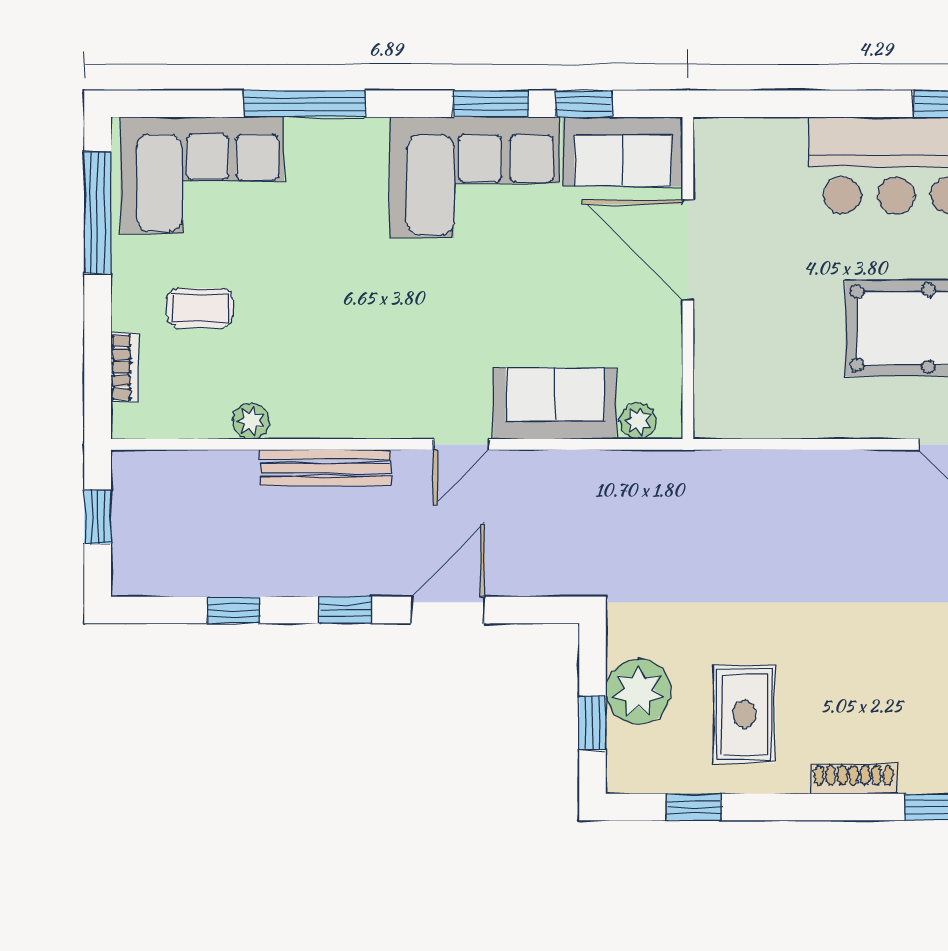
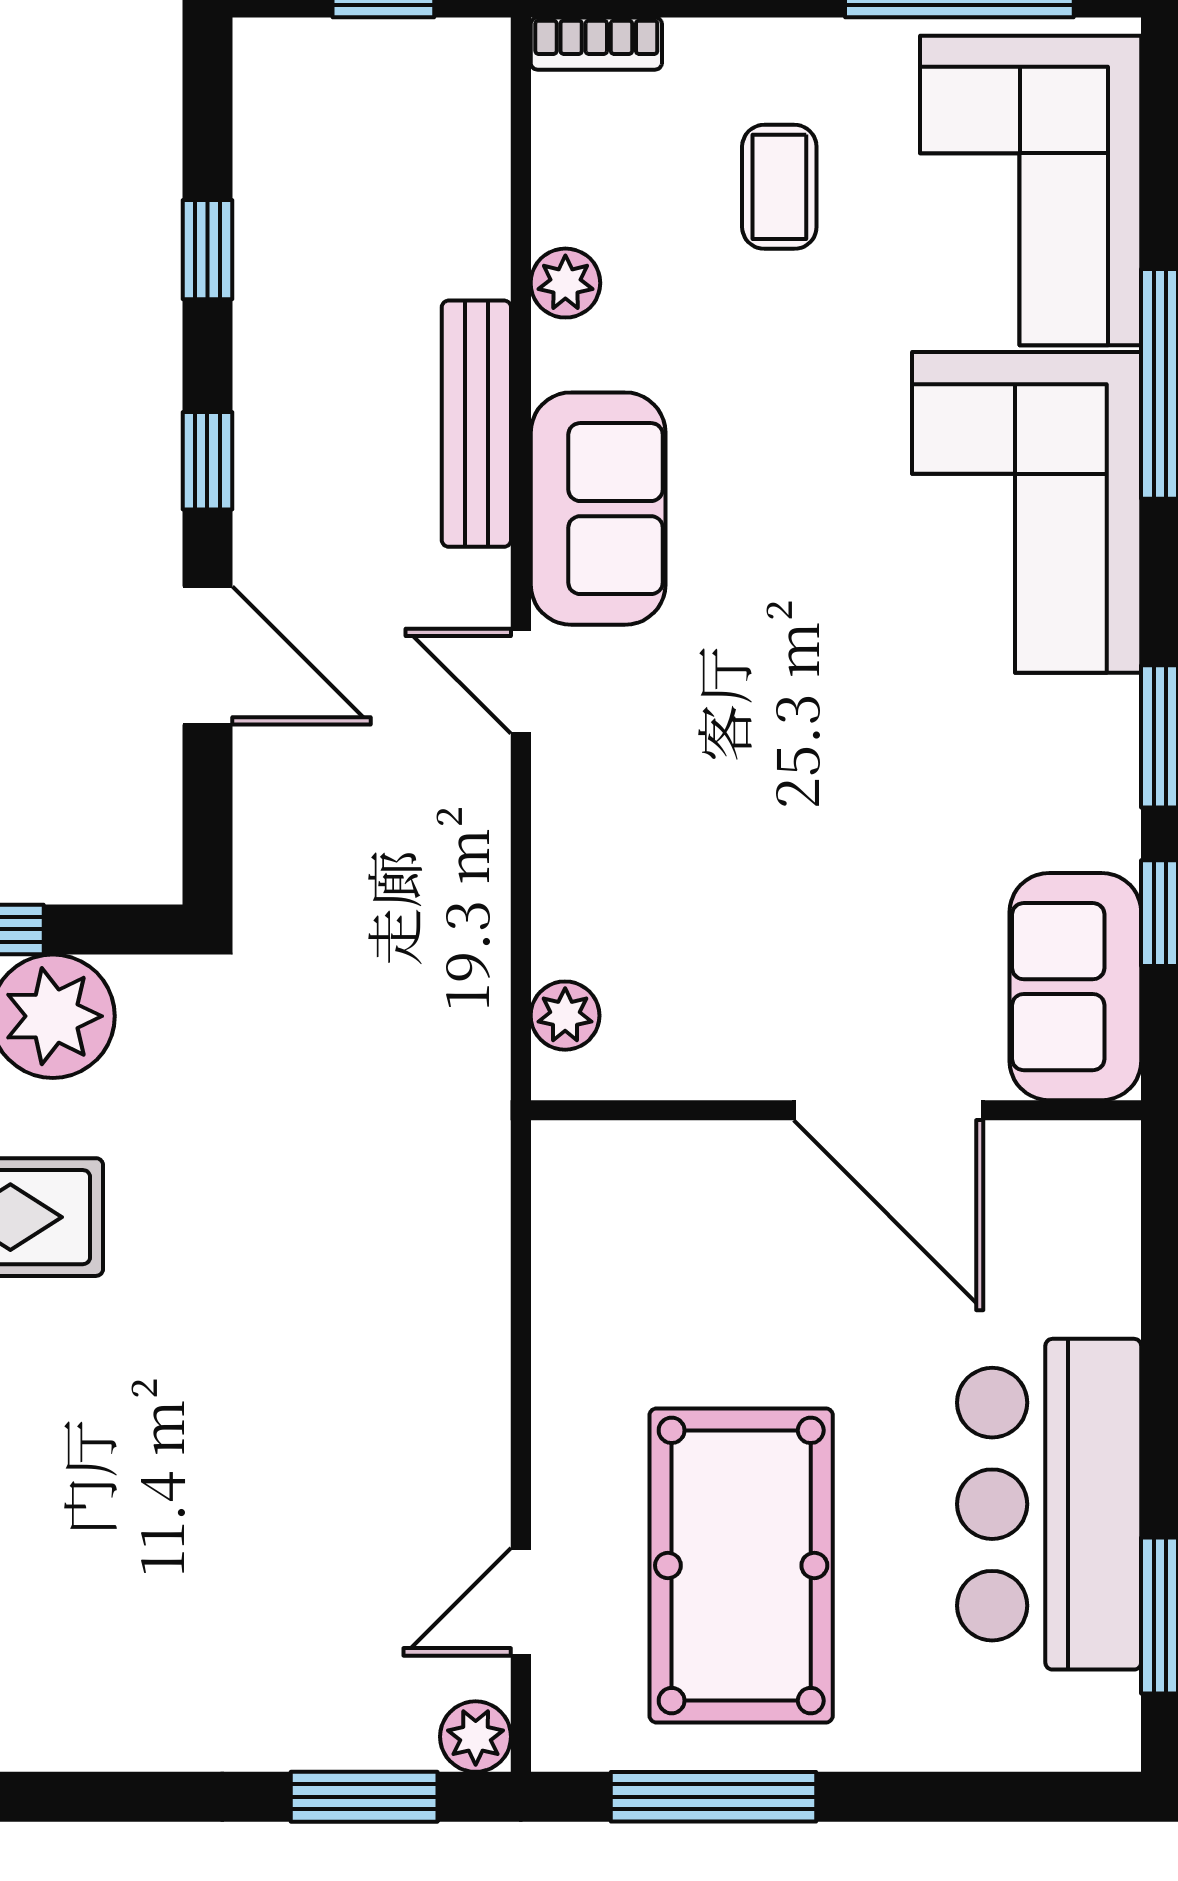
corner sofa: (474, 177) -> (1027, 512), moved
door: (688, 250) -> (889, 1110), swing flipped
bookcase: (125, 367) -> (596, 44), moved
sofa: (555, 404) -> (598, 509), moved

